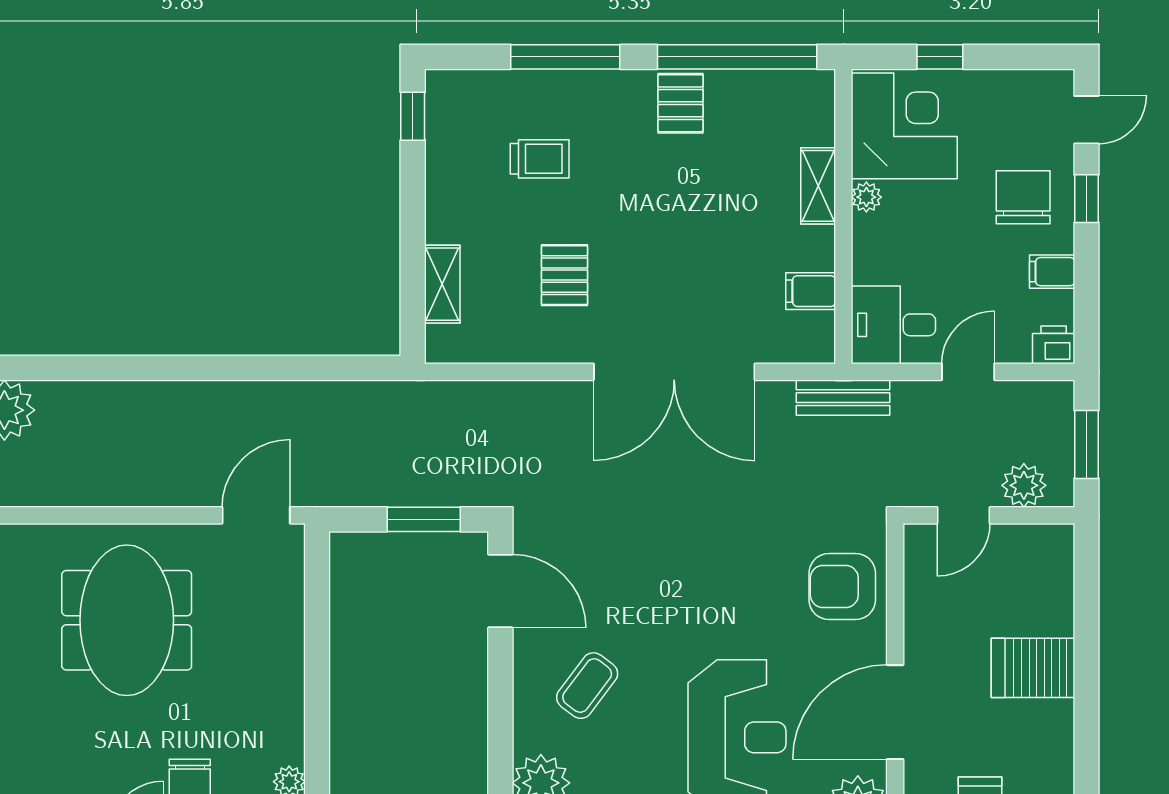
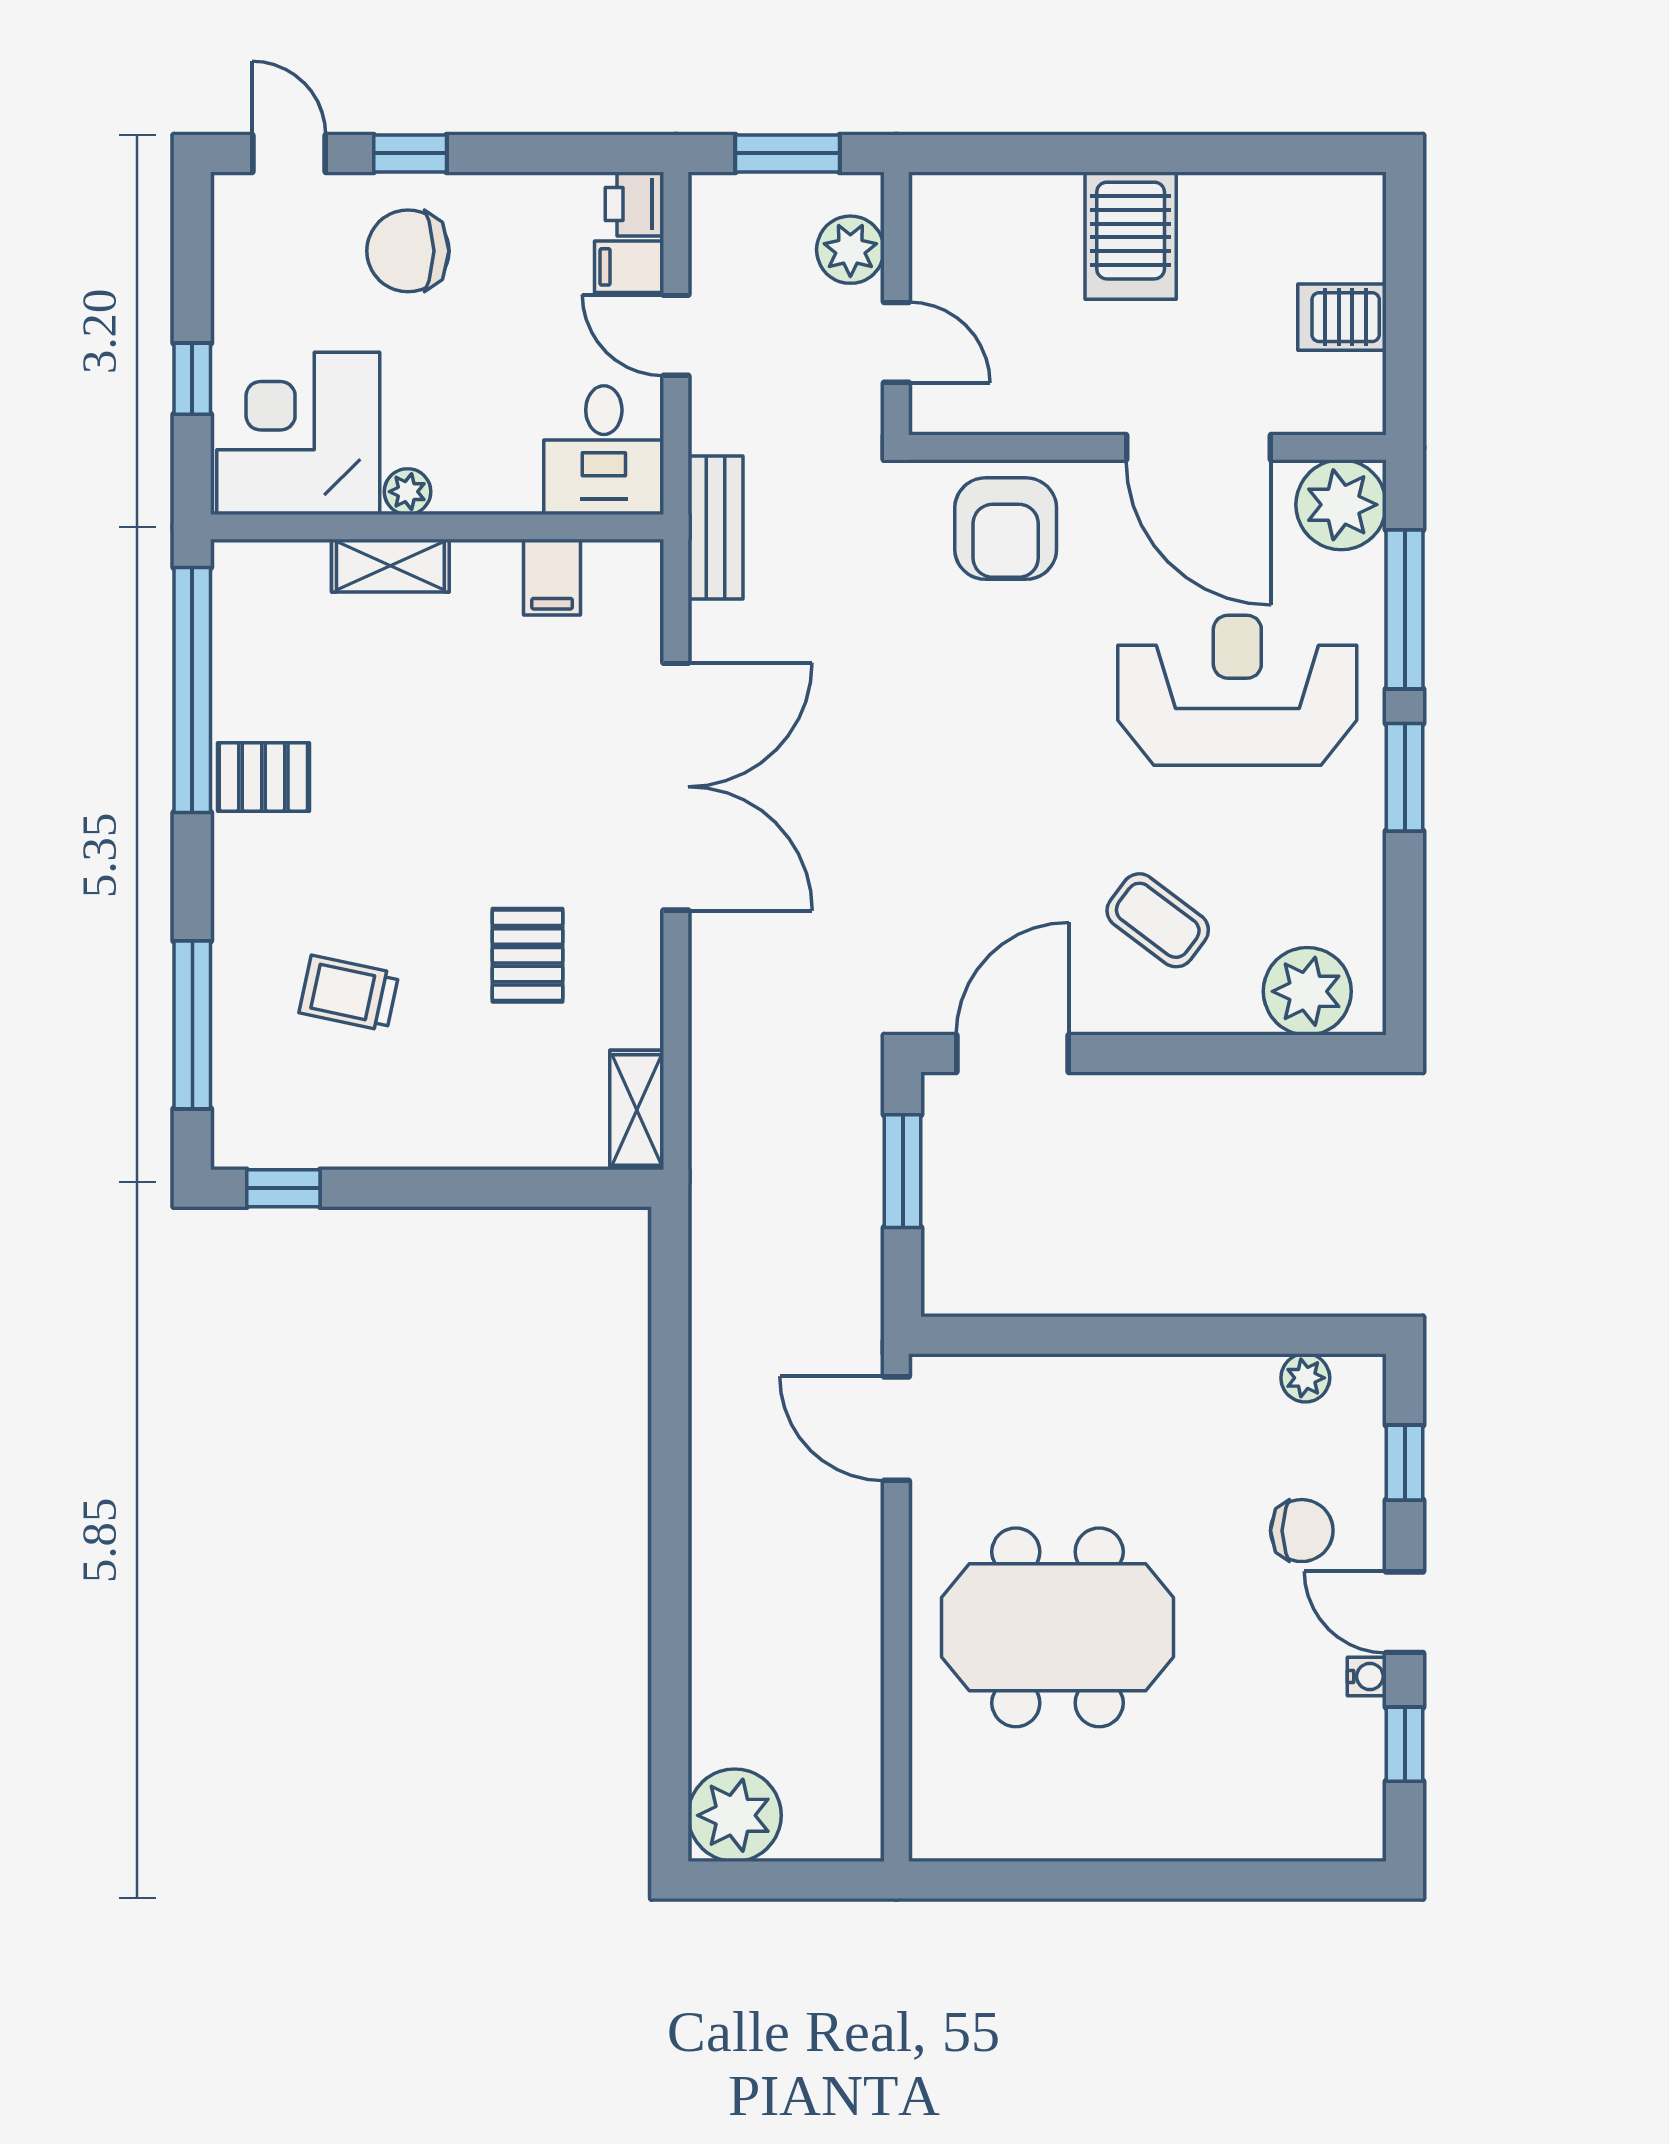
window: (565, 57) -> (192, 1025), moved
trolley: (540, 159) -> (349, 993), turned -78
filing cabinet: (1052, 272) -> (629, 267), moved, turned 90
pallet: (564, 275) -> (527, 955), turned 90
shelving: (442, 284) -> (637, 1110), moved, turned 90

